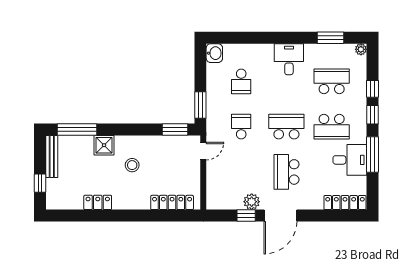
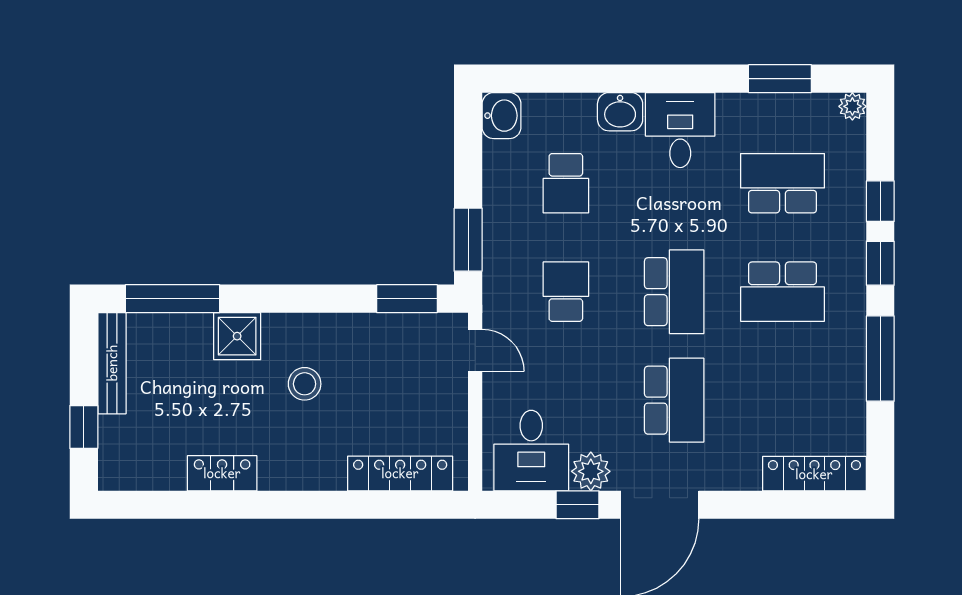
washbasin: (264, 52) -> (620, 112), added
school desk: (286, 127) -> (674, 292), turned 90
door: (203, 151) -> (475, 350), hinge flipped
desk: (350, 160) -> (531, 451), moved, turned 90
school desk: (286, 172) -> (674, 400), turned 180

